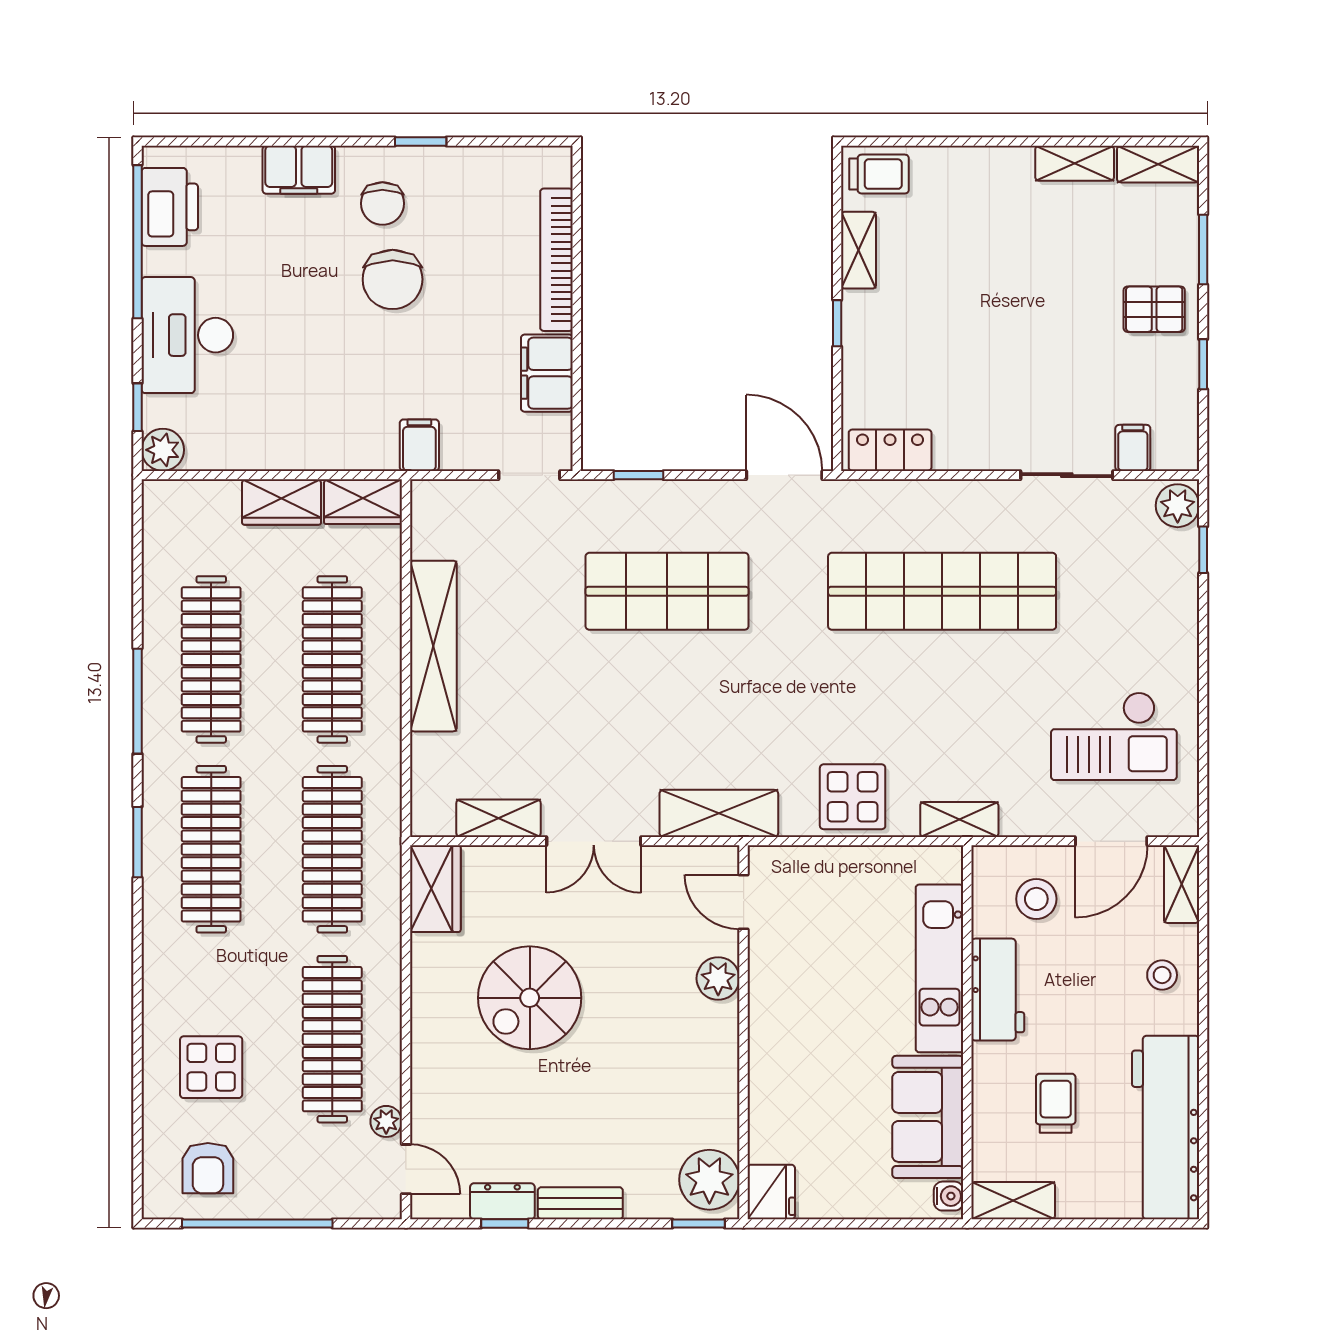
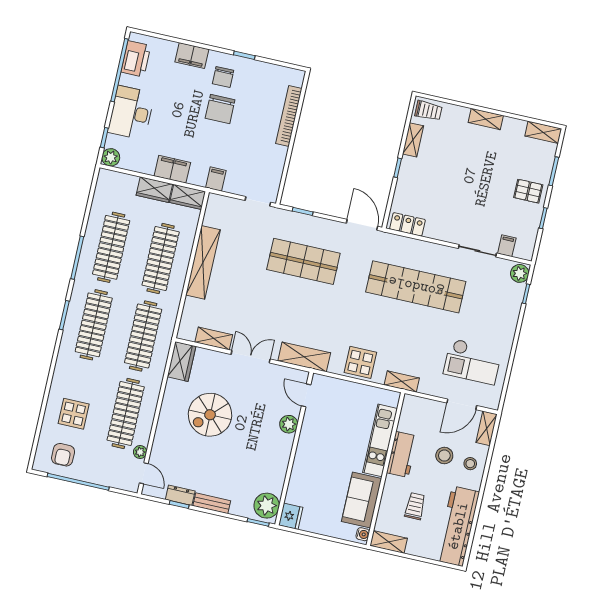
shelving: (1075, 163) -> (486, 119), moved
filing cabinet: (547, 373) -> (172, 169), moved, turned 90
double door: (594, 841) -> (251, 357), swing flipped
stool: (1036, 899) -> (444, 456), moved

